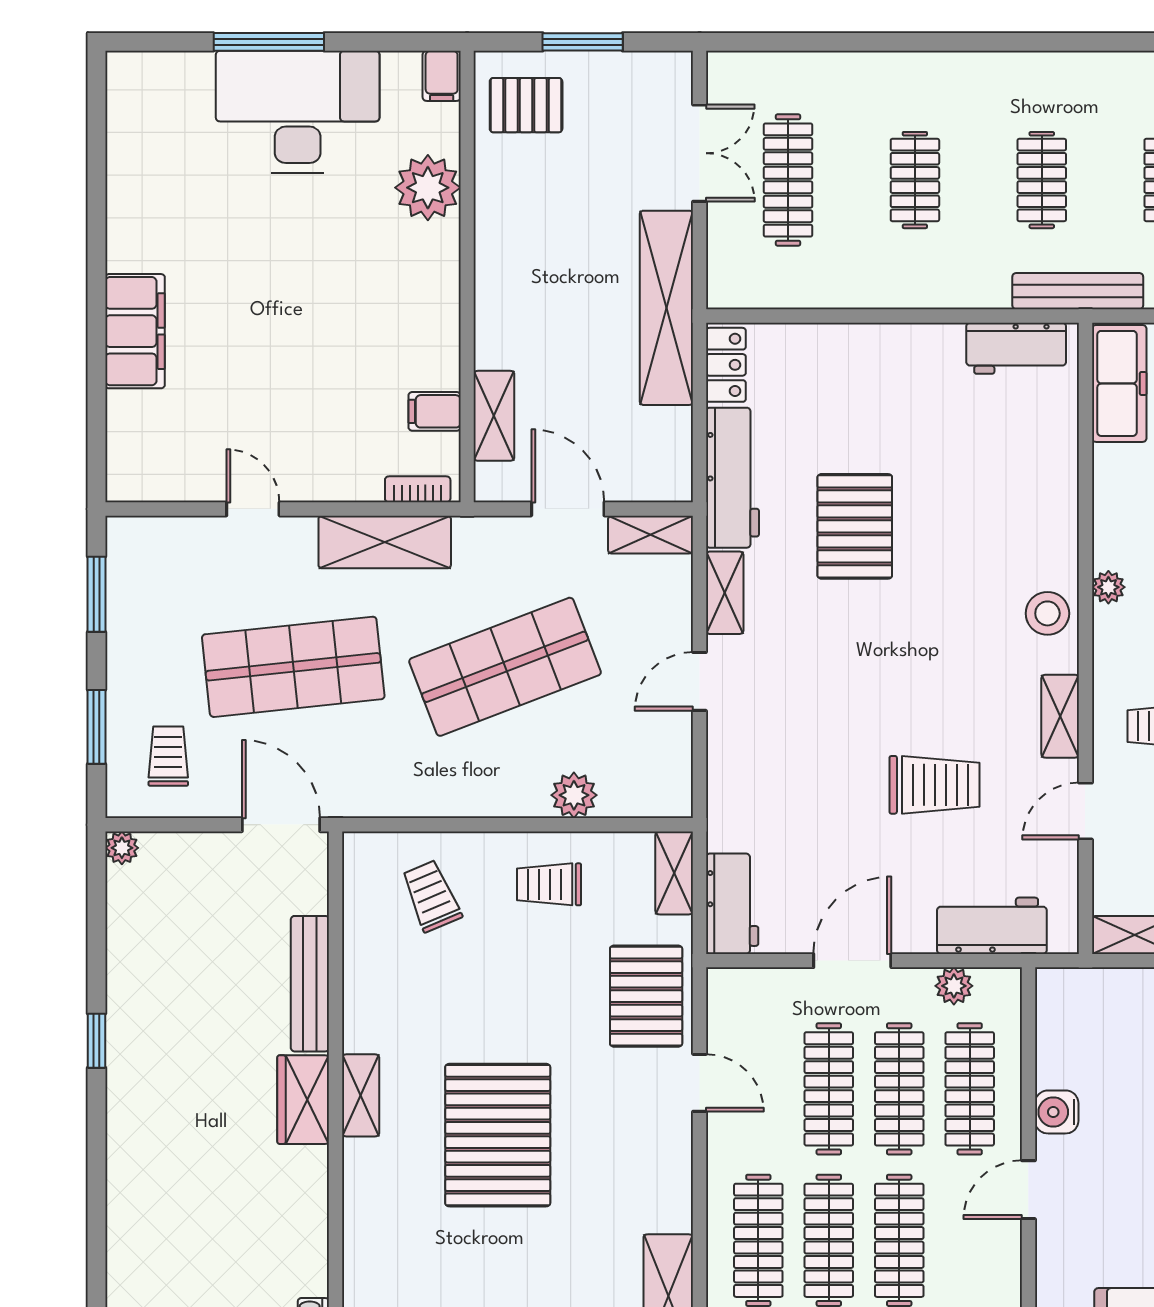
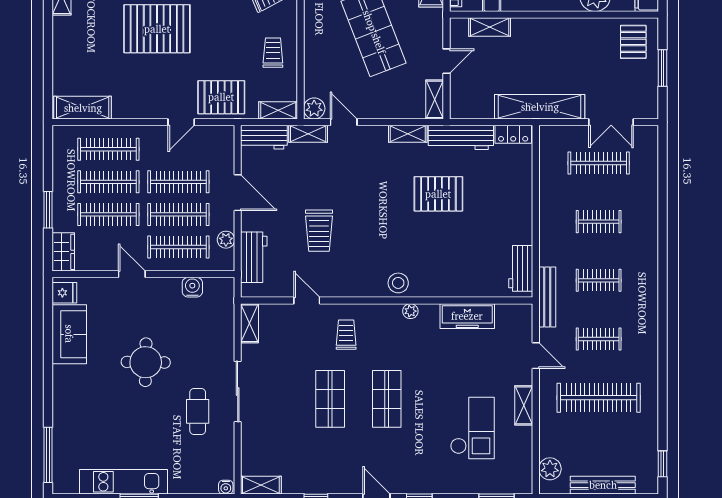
freezer: (1119, 383) -> (467, 316), moved
door: (568, 509) -> (447, 61), width x0.73
door: (700, 681) -> (344, 122), moved
shelving: (1060, 716) -> (308, 134), moved
plant: (574, 795) -> (314, 108), moved
water cooler: (1057, 1112) -> (192, 287), moved

